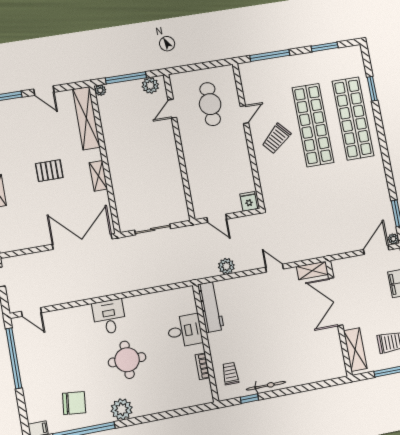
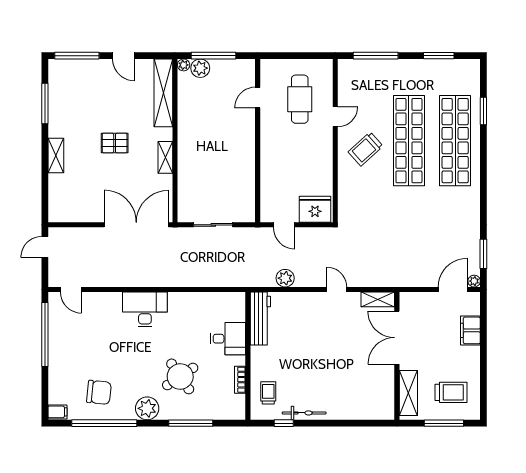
plant: (150, 85) -> (200, 68), moved
fridge: (249, 201) -> (315, 209), width x1.88, depth x1.34
desk: (109, 317) -> (145, 309), width x1.37
round table: (127, 360) -> (180, 376), moved, turned -34
window: (164, 415) -> (191, 423), added

